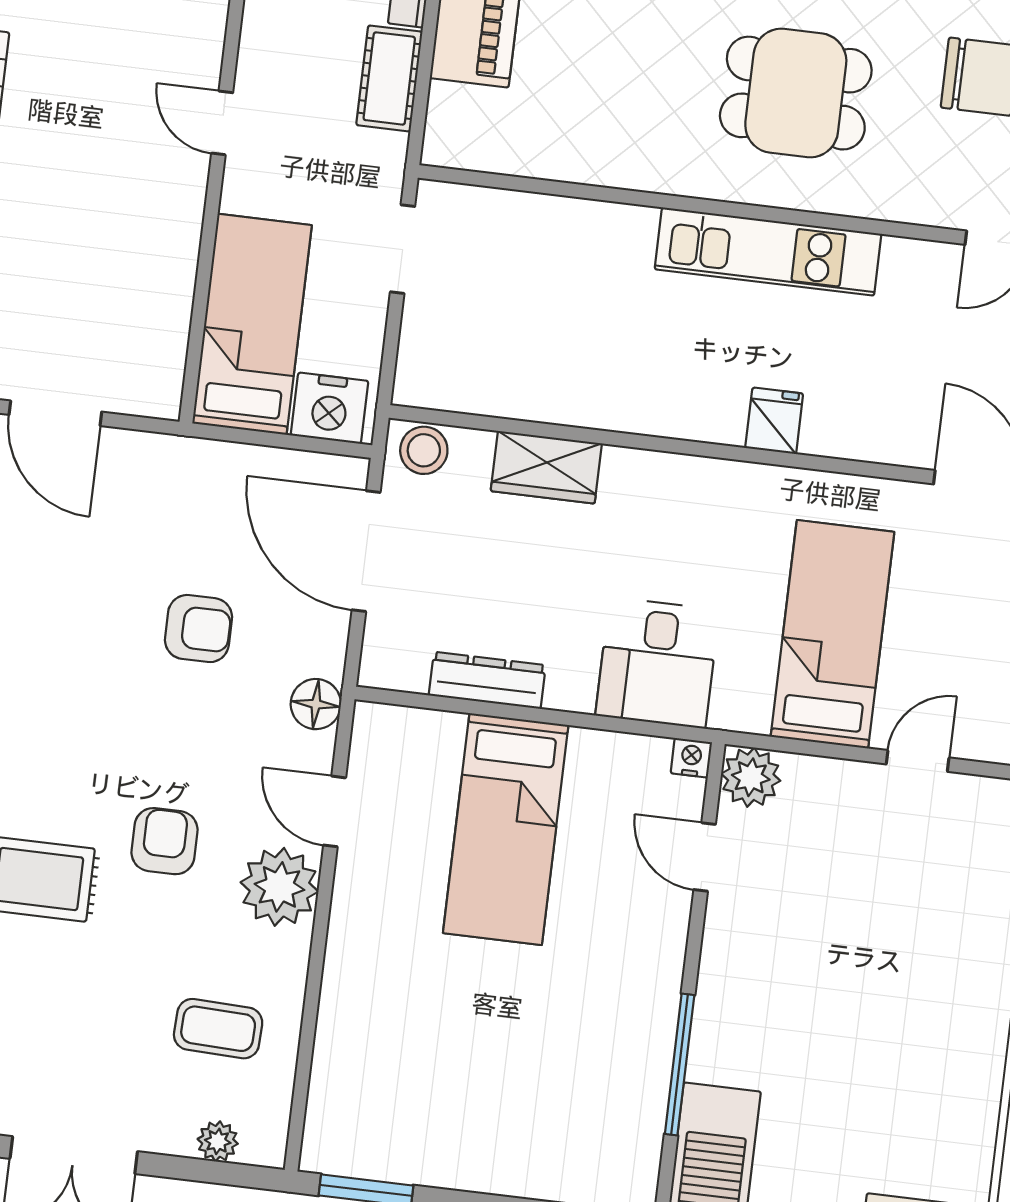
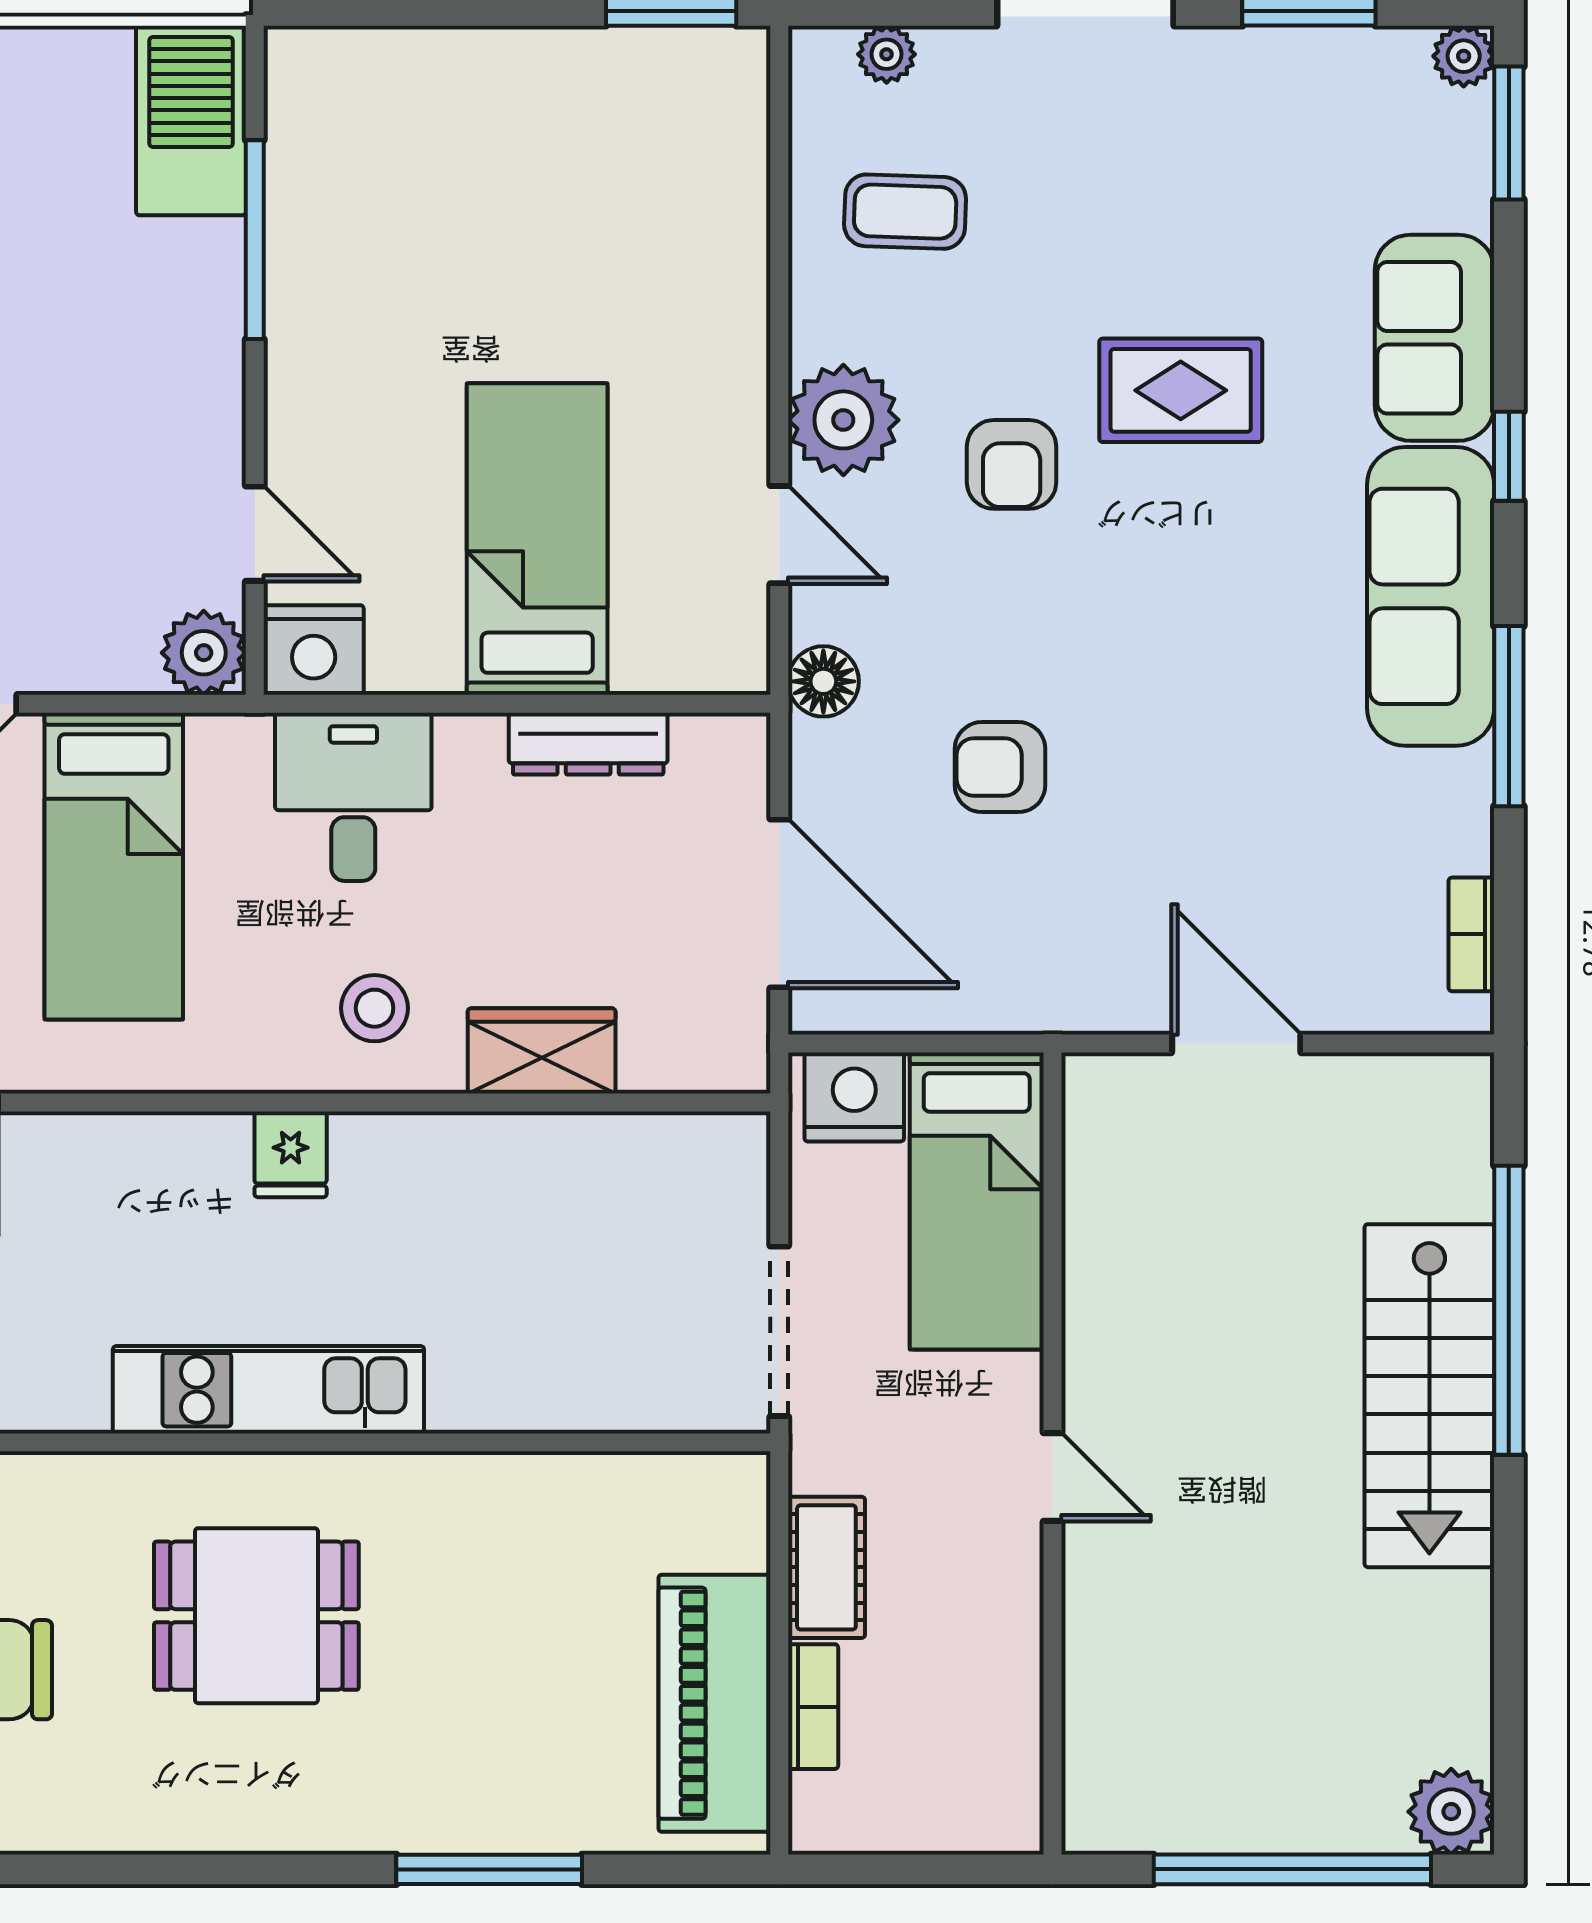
doorway: (403, 249) -> (779, 1331), width x1.38
fridge: (774, 421) -> (291, 1154), moved
stool: (424, 450) -> (375, 1008), moved
nightstand: (691, 758) -> (314, 650), width x1.89, depth x1.79

